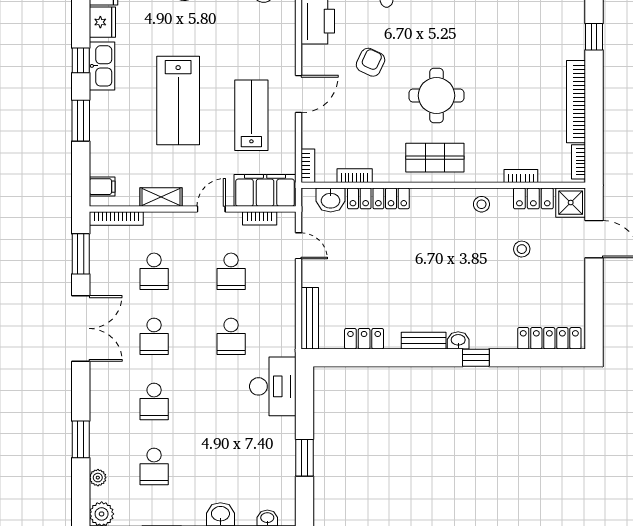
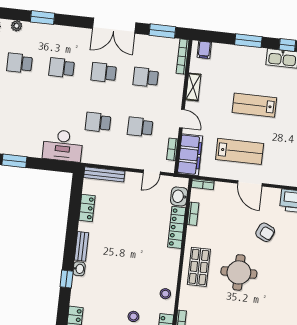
lab bench: (178, 101) -> (254, 105), width x0.73, depth x0.72

